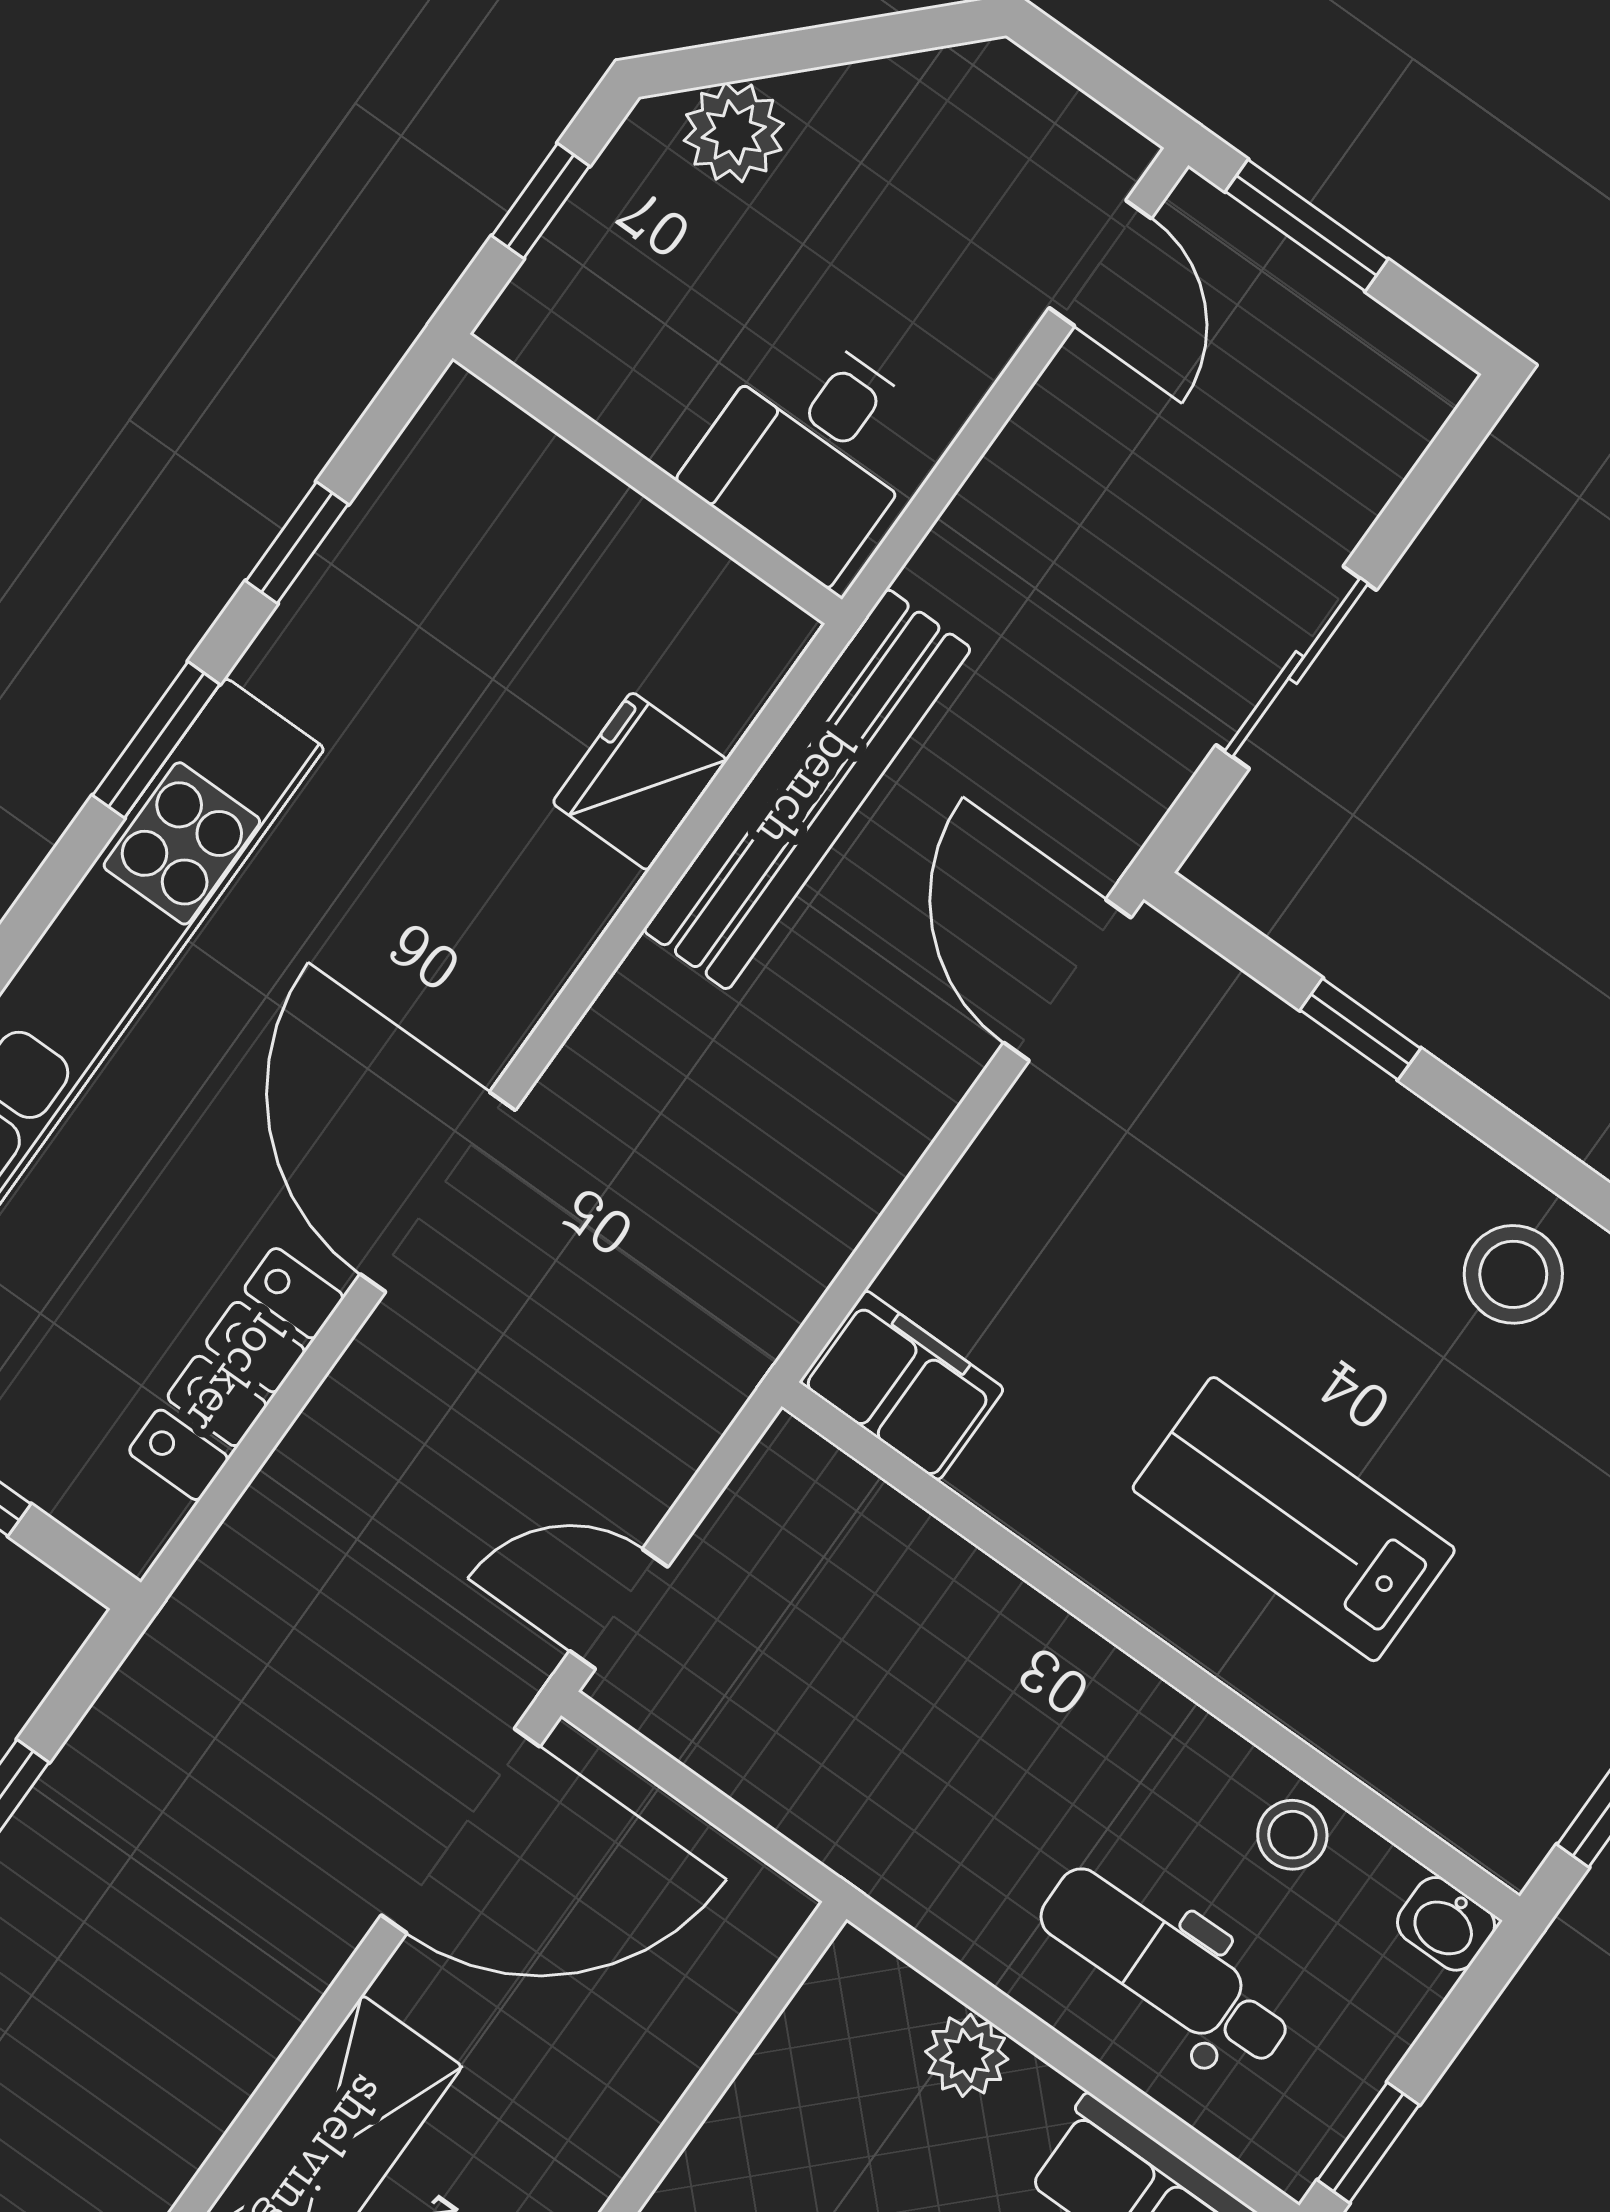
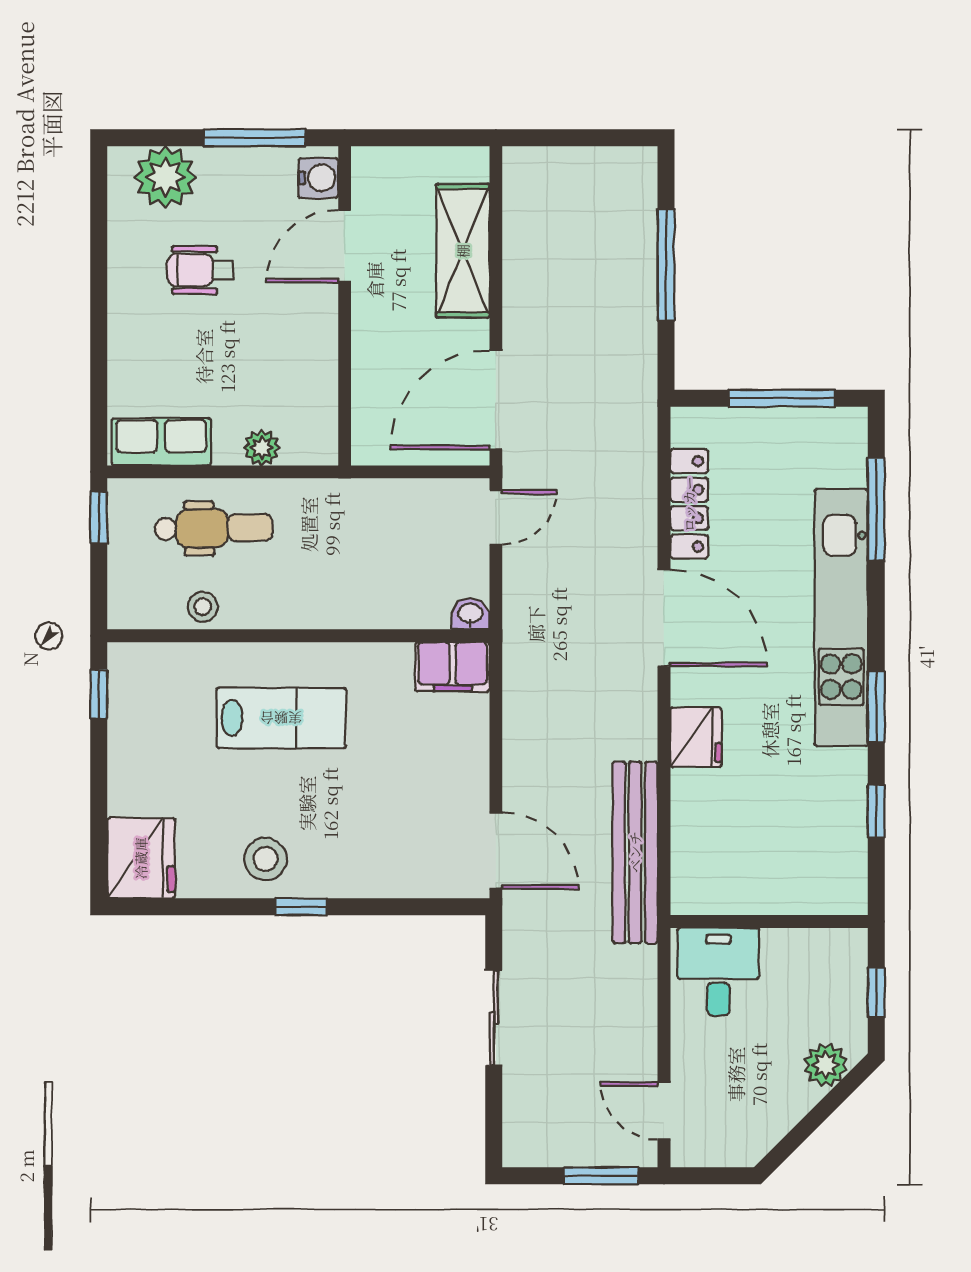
fridge: (640, 781) -> (696, 737), moved
window: (1360, 1029) -> (301, 907), moved
washbasin: (1446, 1924) -> (470, 614), moved

